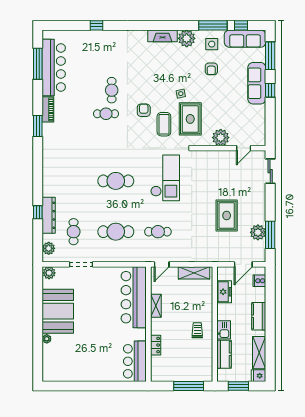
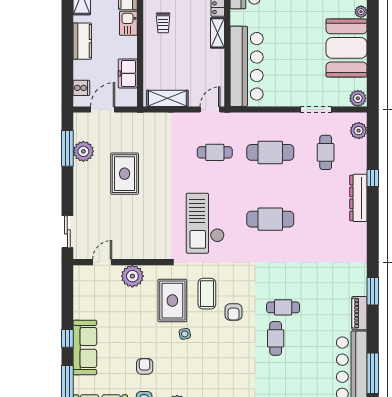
dresser: (49, 215) -> (358, 198), moved
shelving: (156, 306) -> (218, 33), moved

